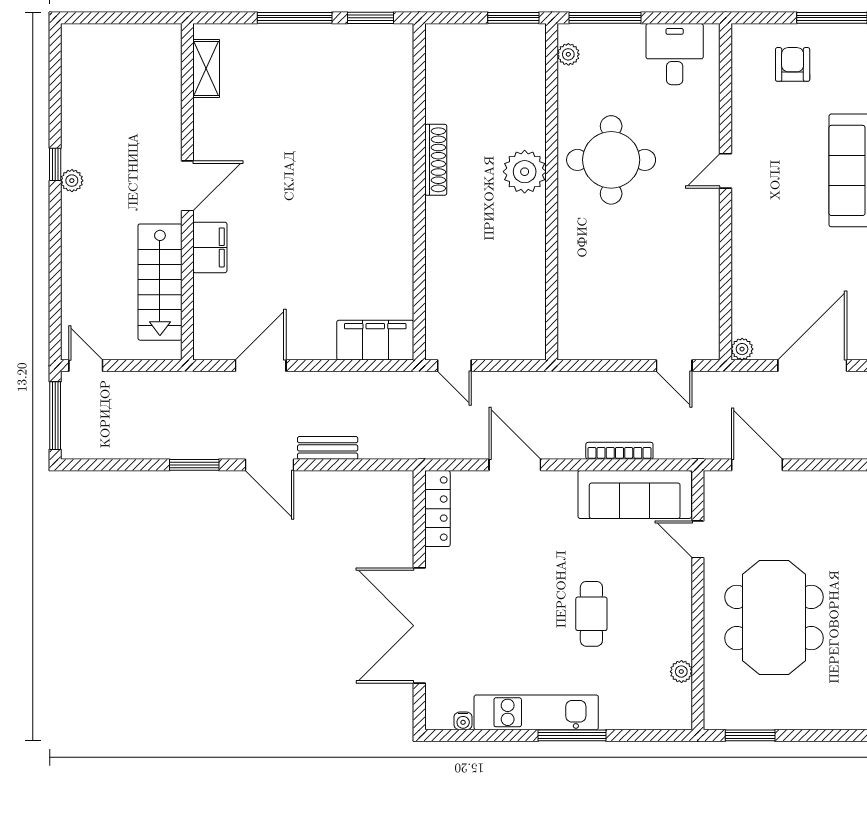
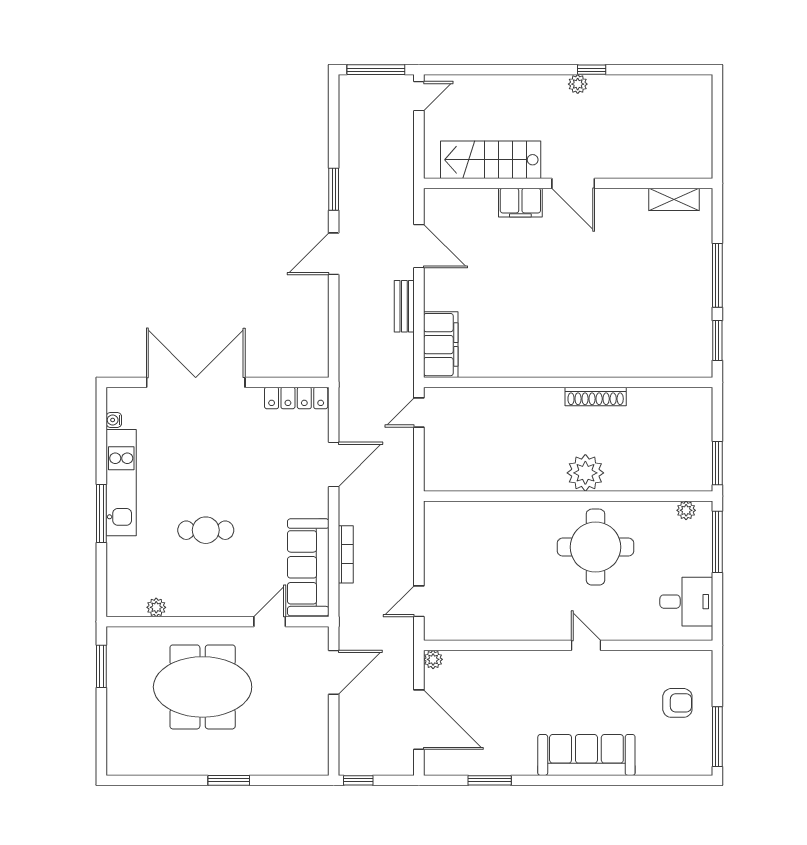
bench: (328, 448) -> (404, 306), moved

